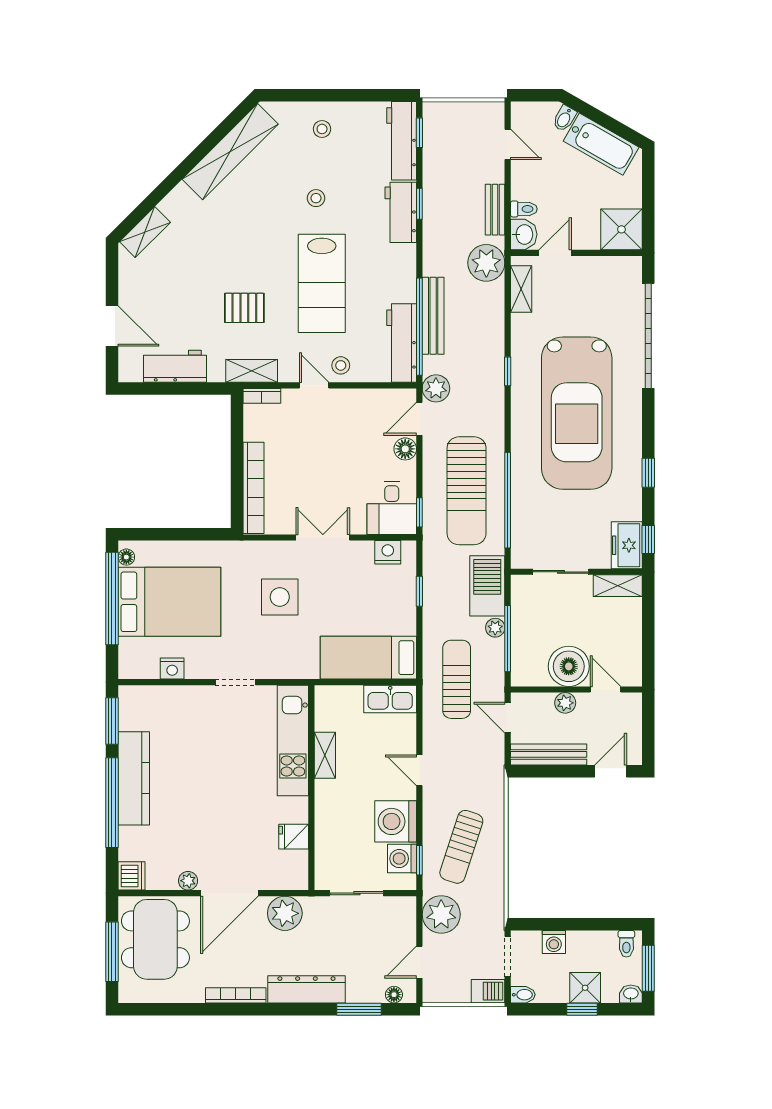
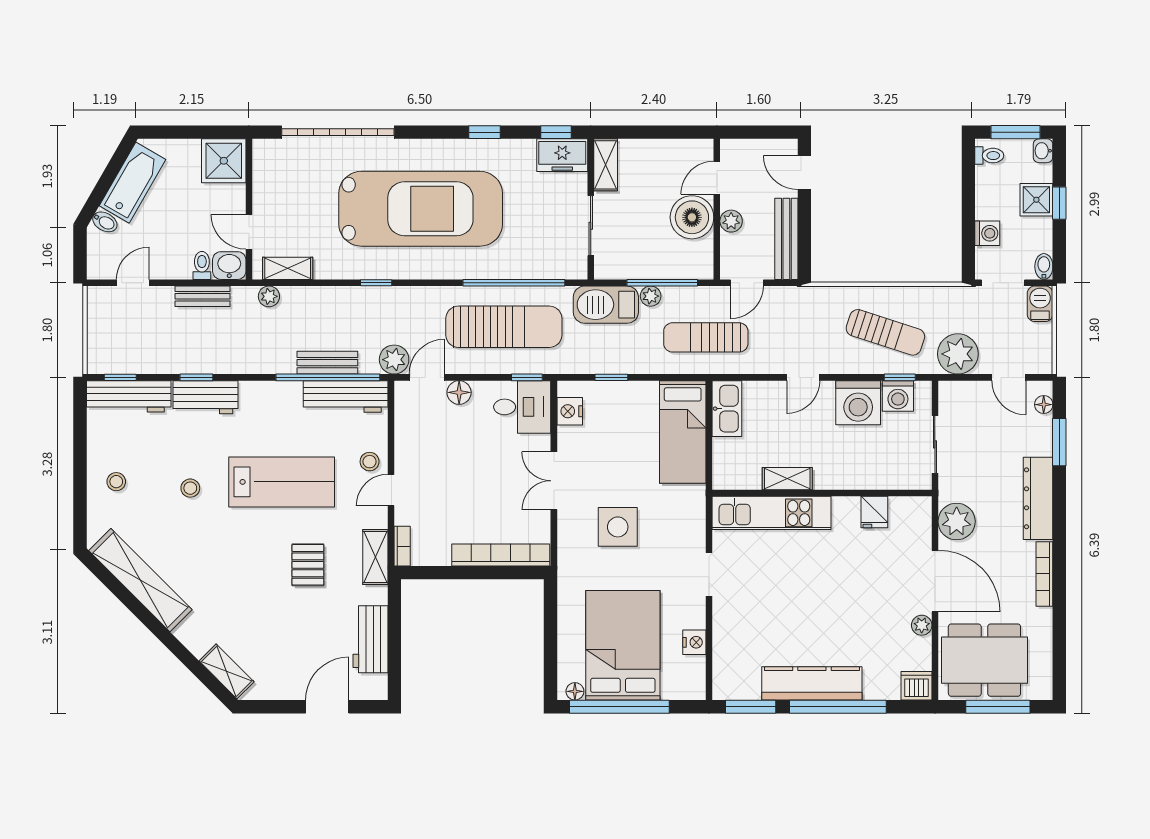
plant: (486, 263) -> (269, 296), width x0.53, depth x0.53
bench: (433, 316) -> (327, 363), width x0.73
door: (419, 419) -> (427, 377), swing flipped

